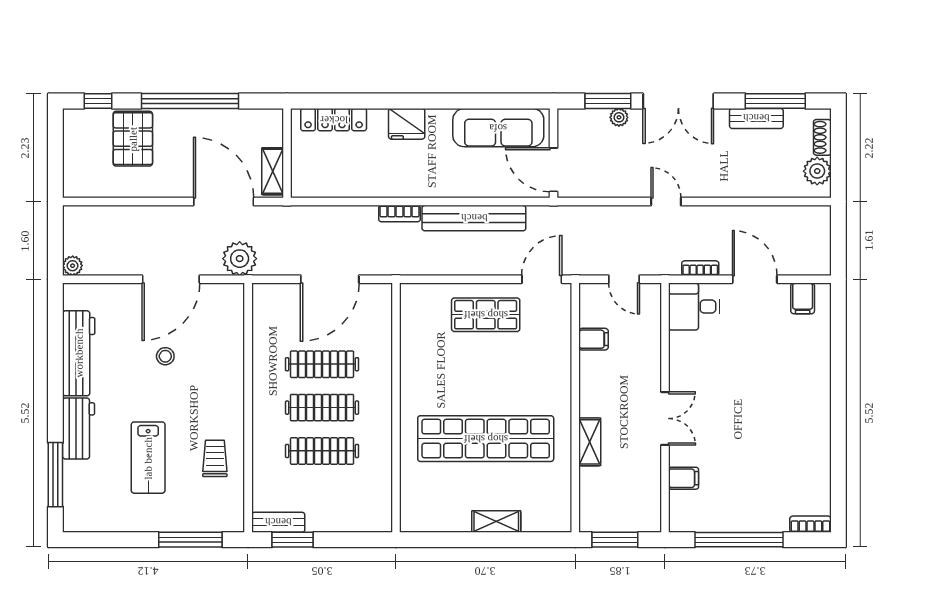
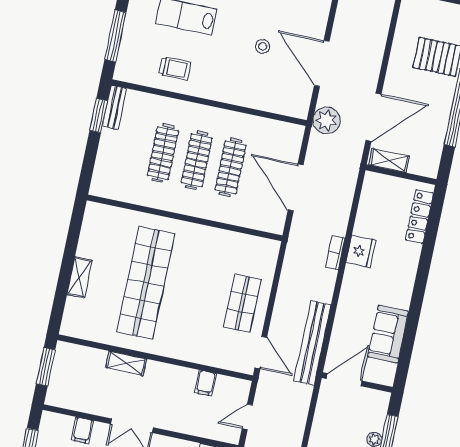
fridge: (407, 124) -> (361, 252), moved, turned 180
sofa: (498, 128) -> (388, 334), width x0.73
bench: (474, 218) -> (313, 343), moved

